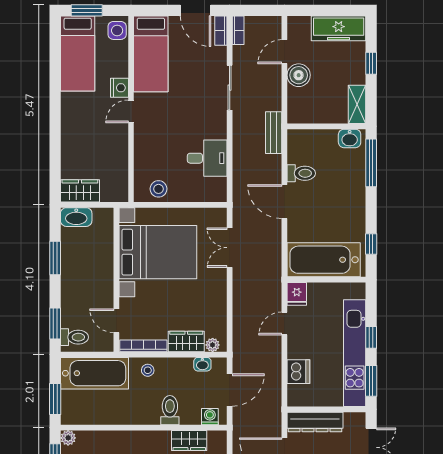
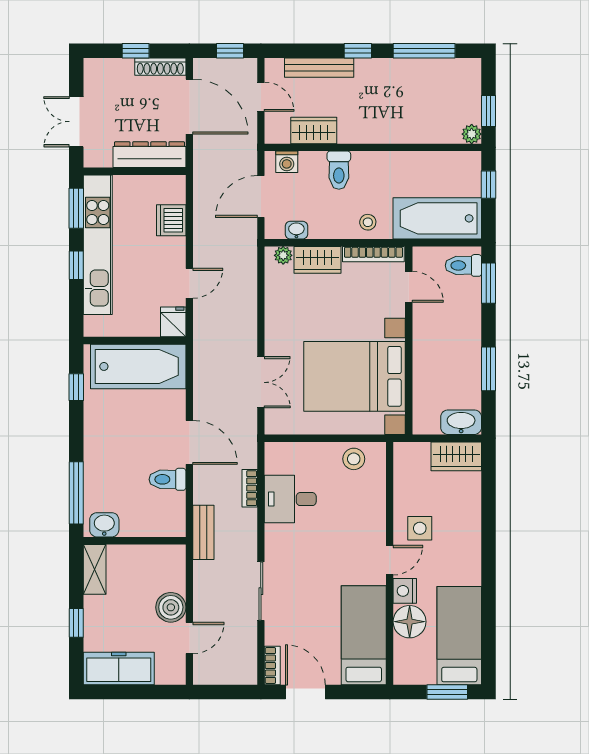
side table: (117, 30) -> (420, 528), moved
bookcase: (238, 30) -> (250, 488), moved
floor lamp: (116, 64) -> (410, 622), added
window: (55, 399) -> (489, 185), width x0.67

